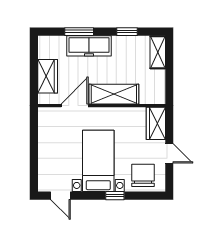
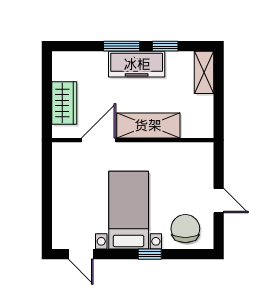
window: (79, 32) -> (122, 46), moved
freezer: (89, 46) -> (137, 64), moved
wardrobe: (156, 123) -> (202, 163), removed

